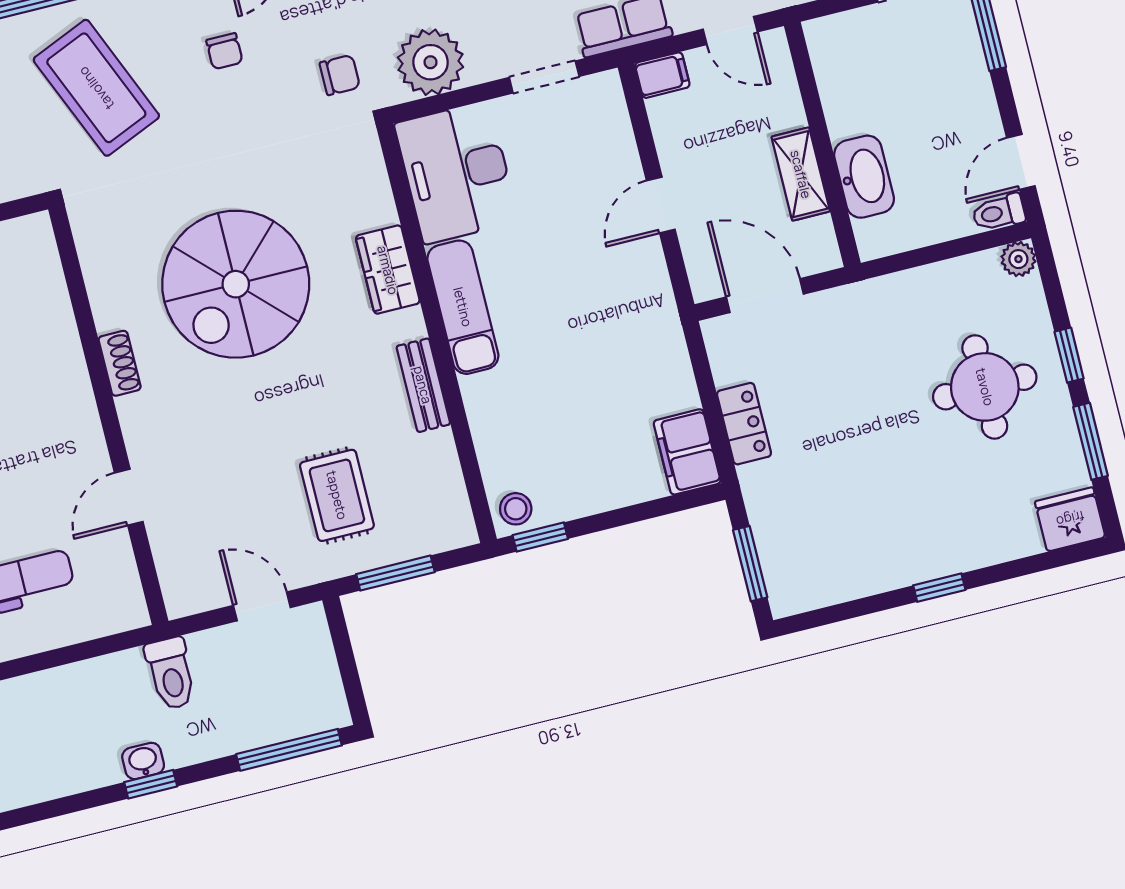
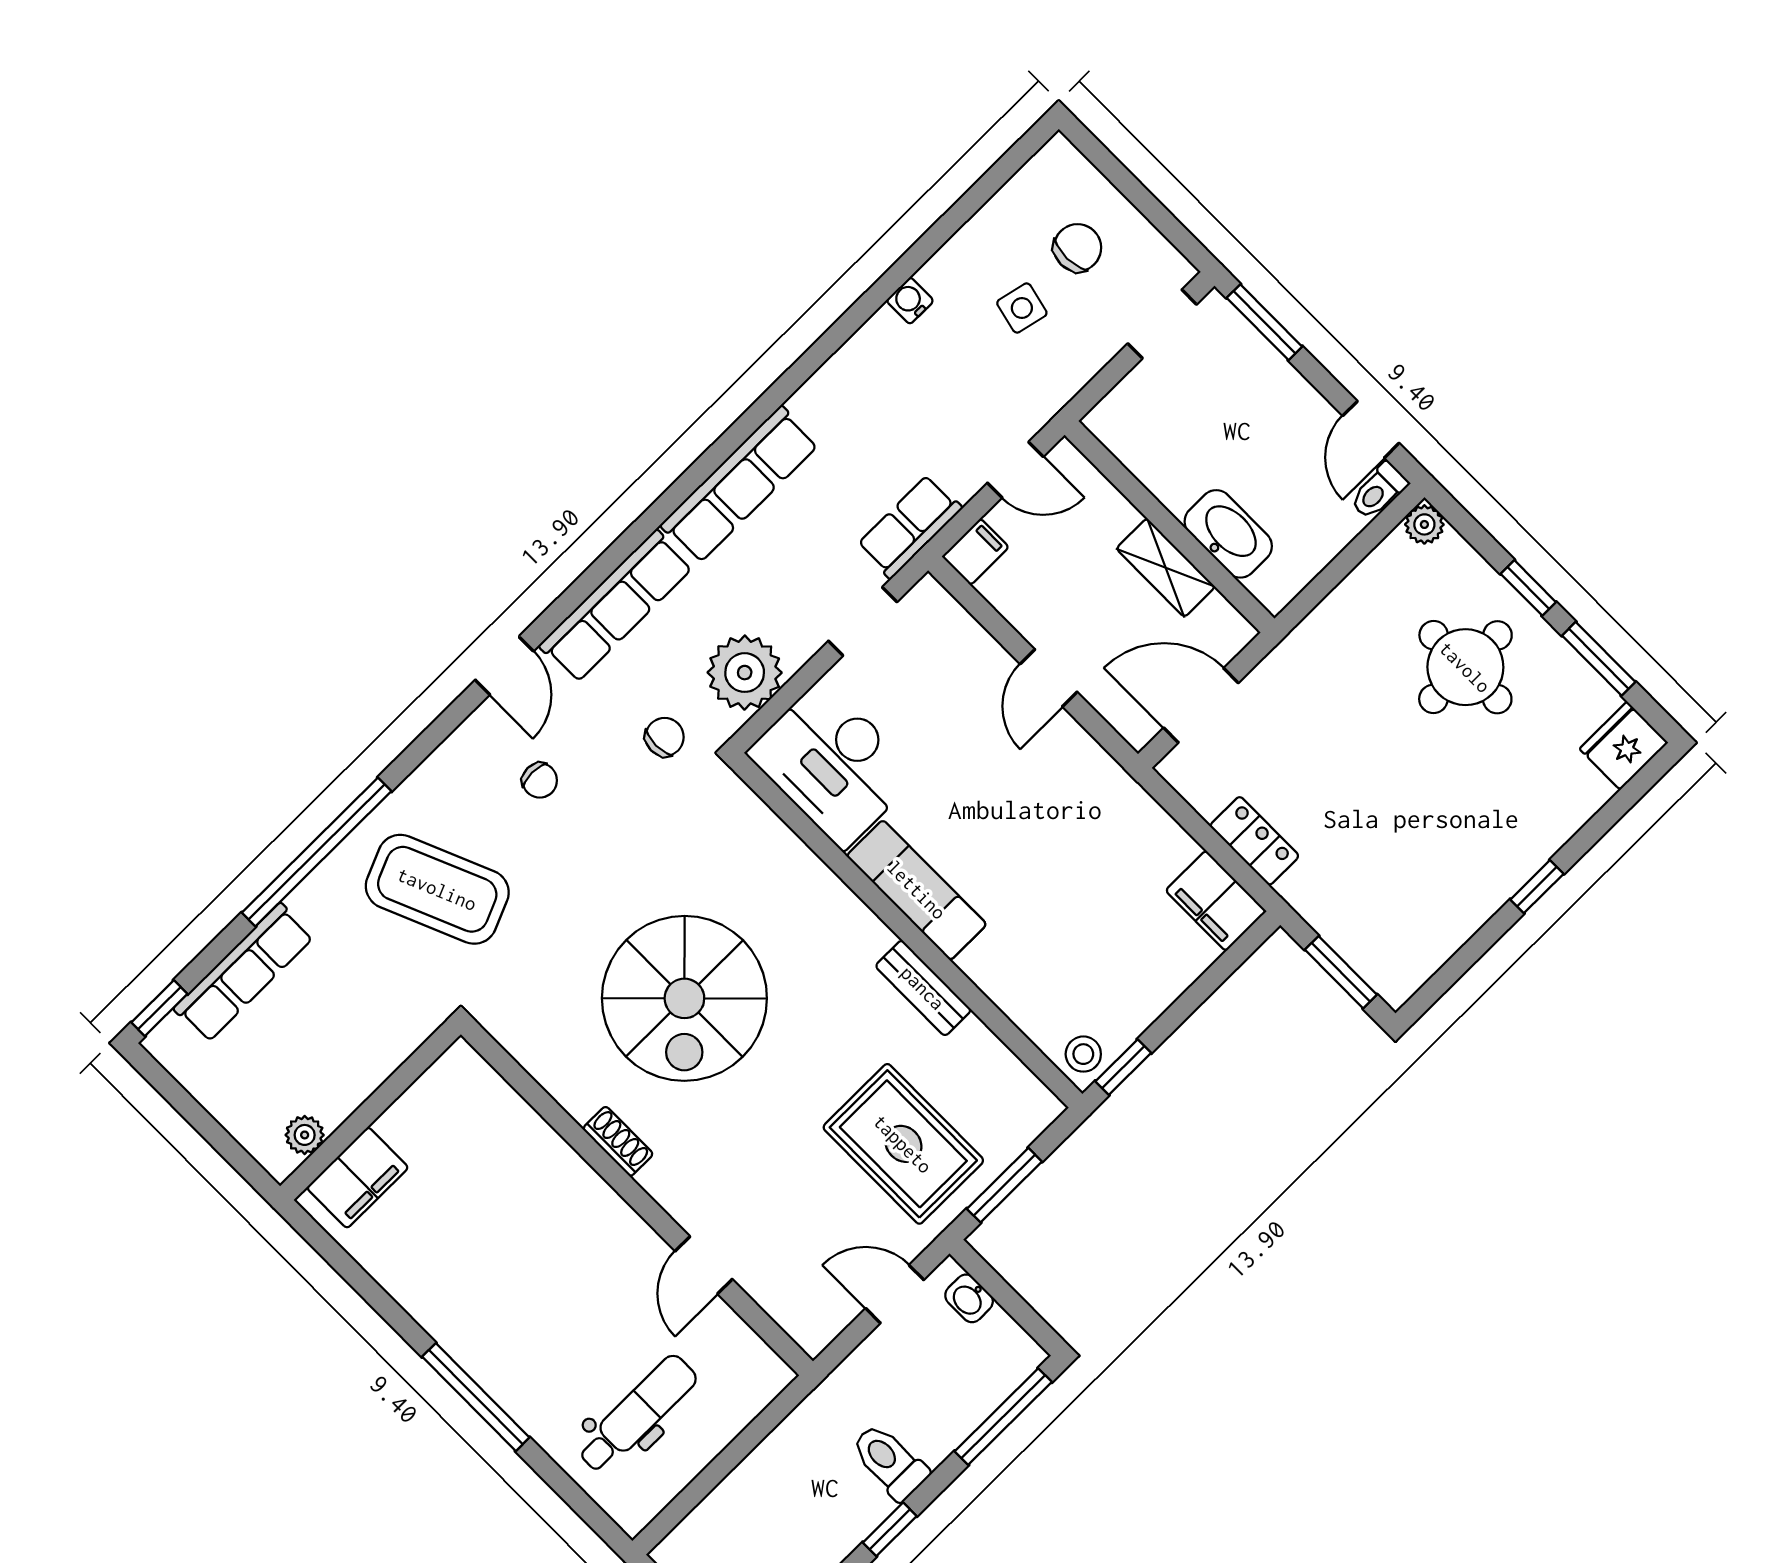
wardrobe: (388, 270) -> (823, 897), removed
rug: (337, 495) -> (903, 1144), width x1.36, depth x1.43
toilet: (171, 673) -> (889, 1462), moved, turned 180
washbasin: (143, 761) -> (969, 1298), moved, turned -90

